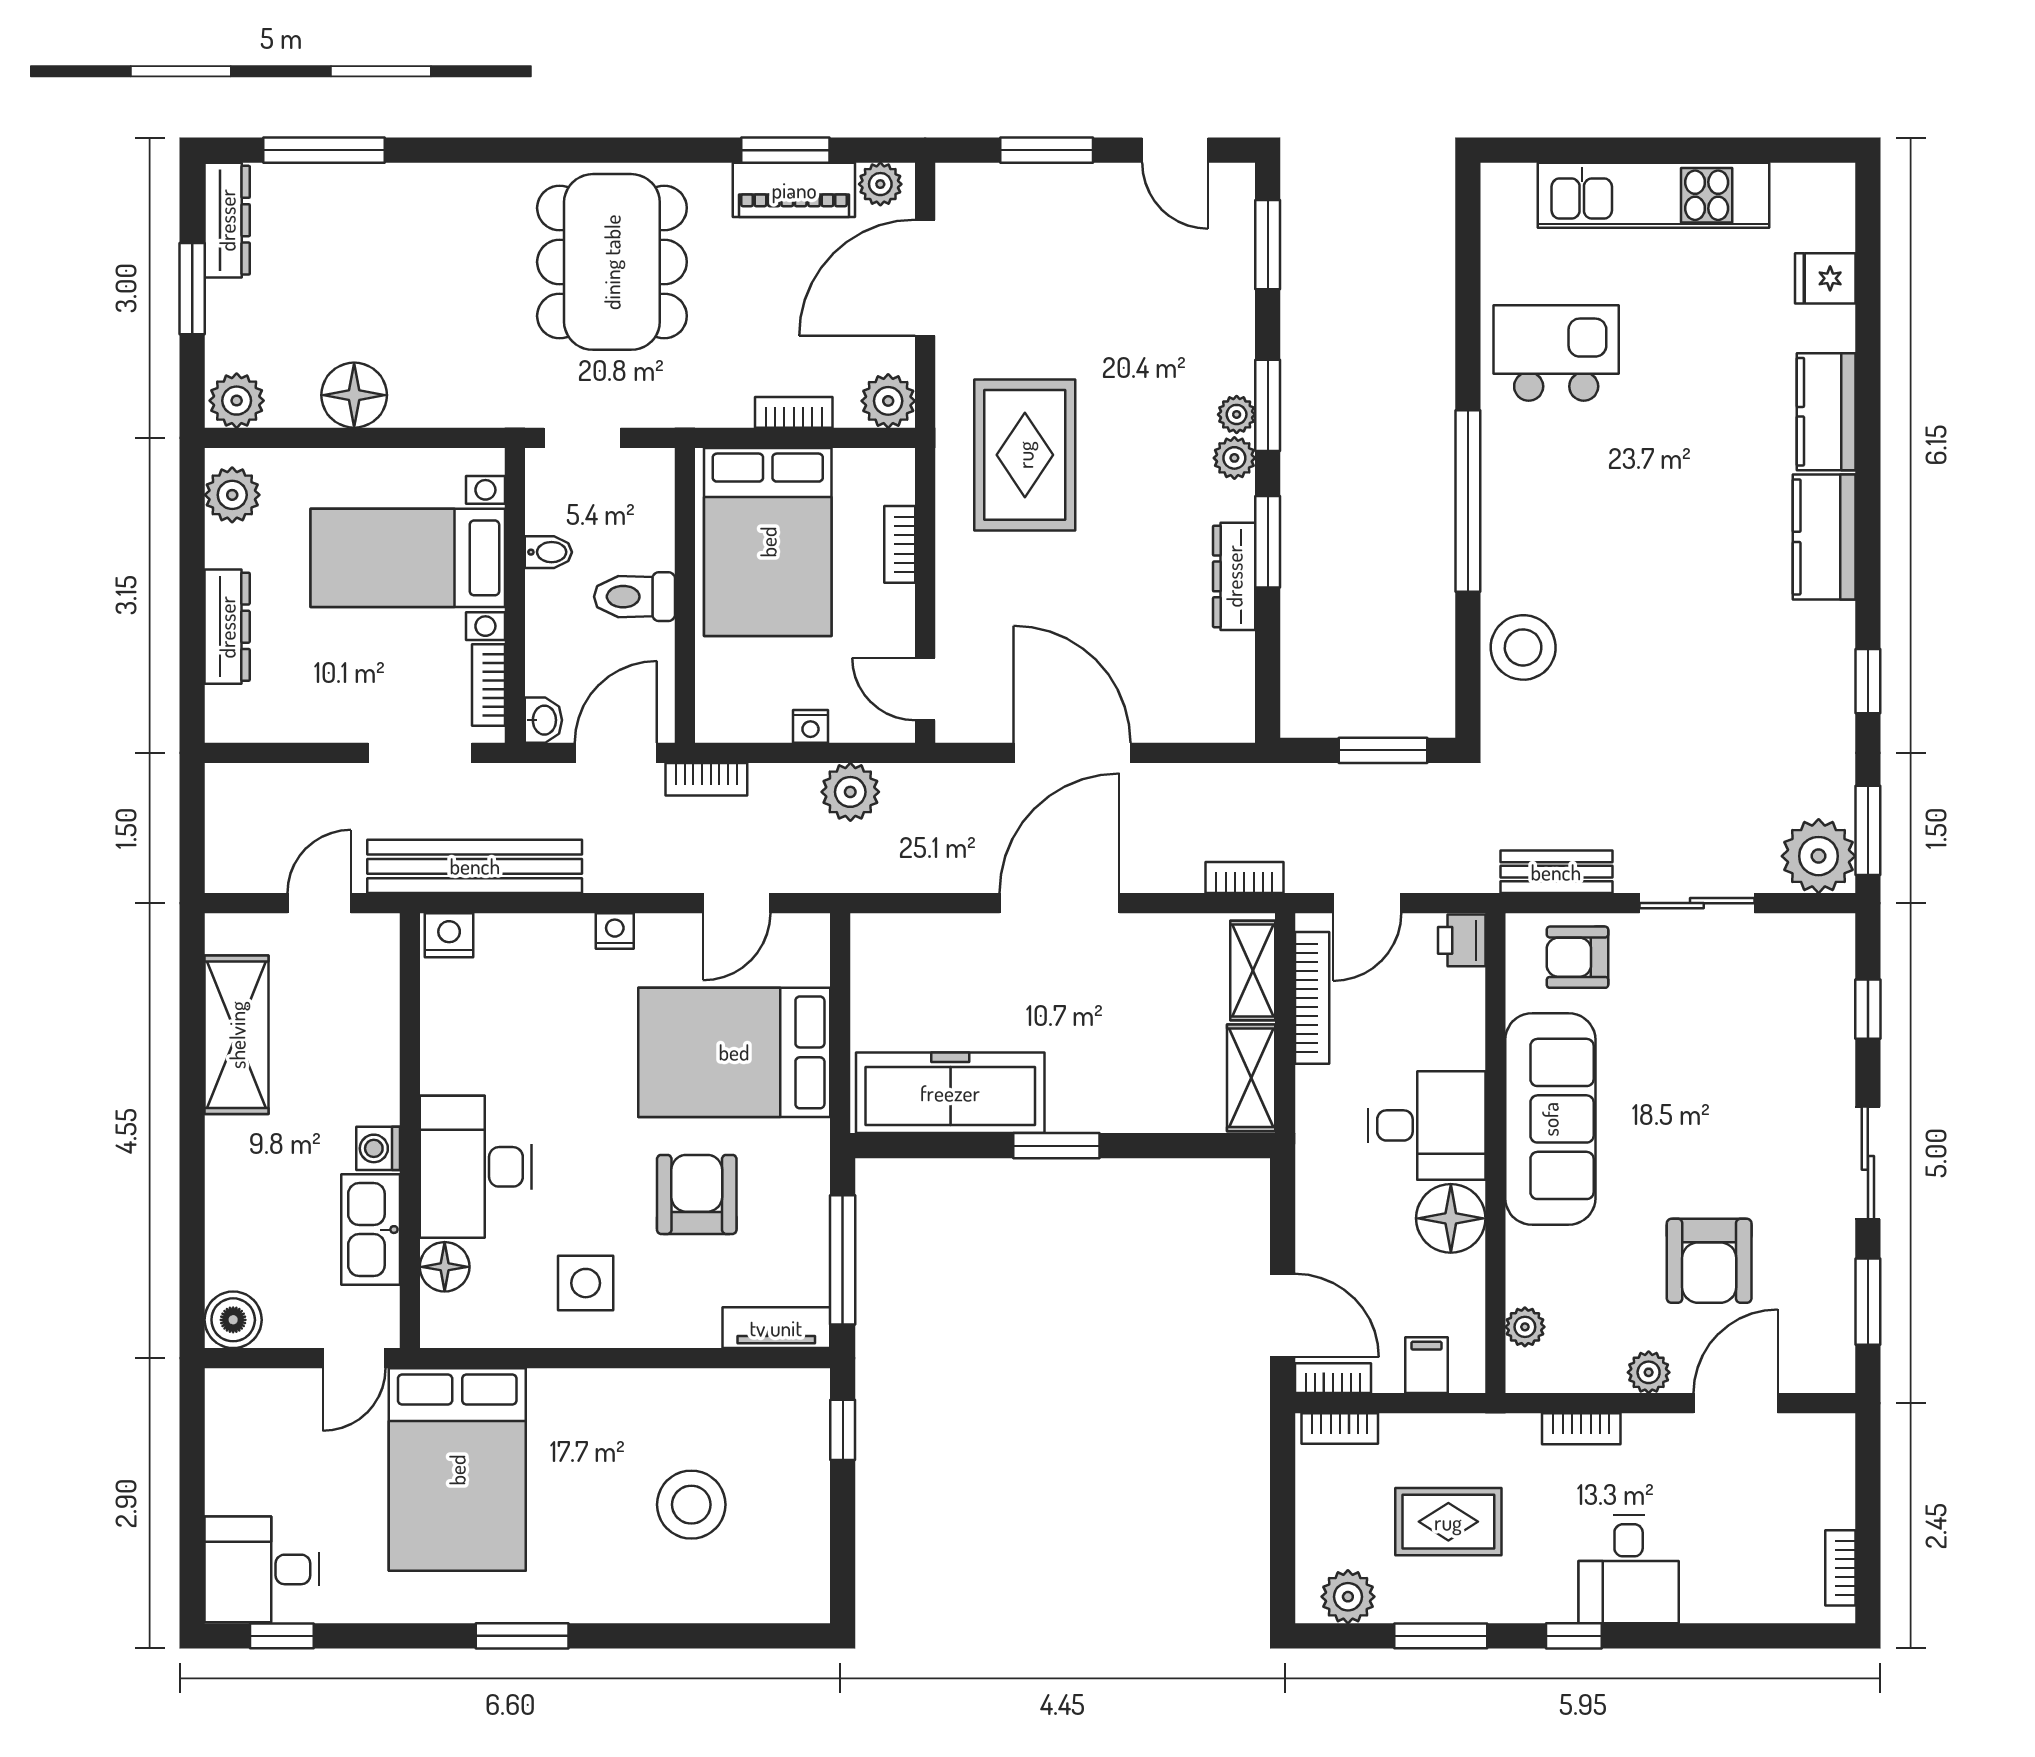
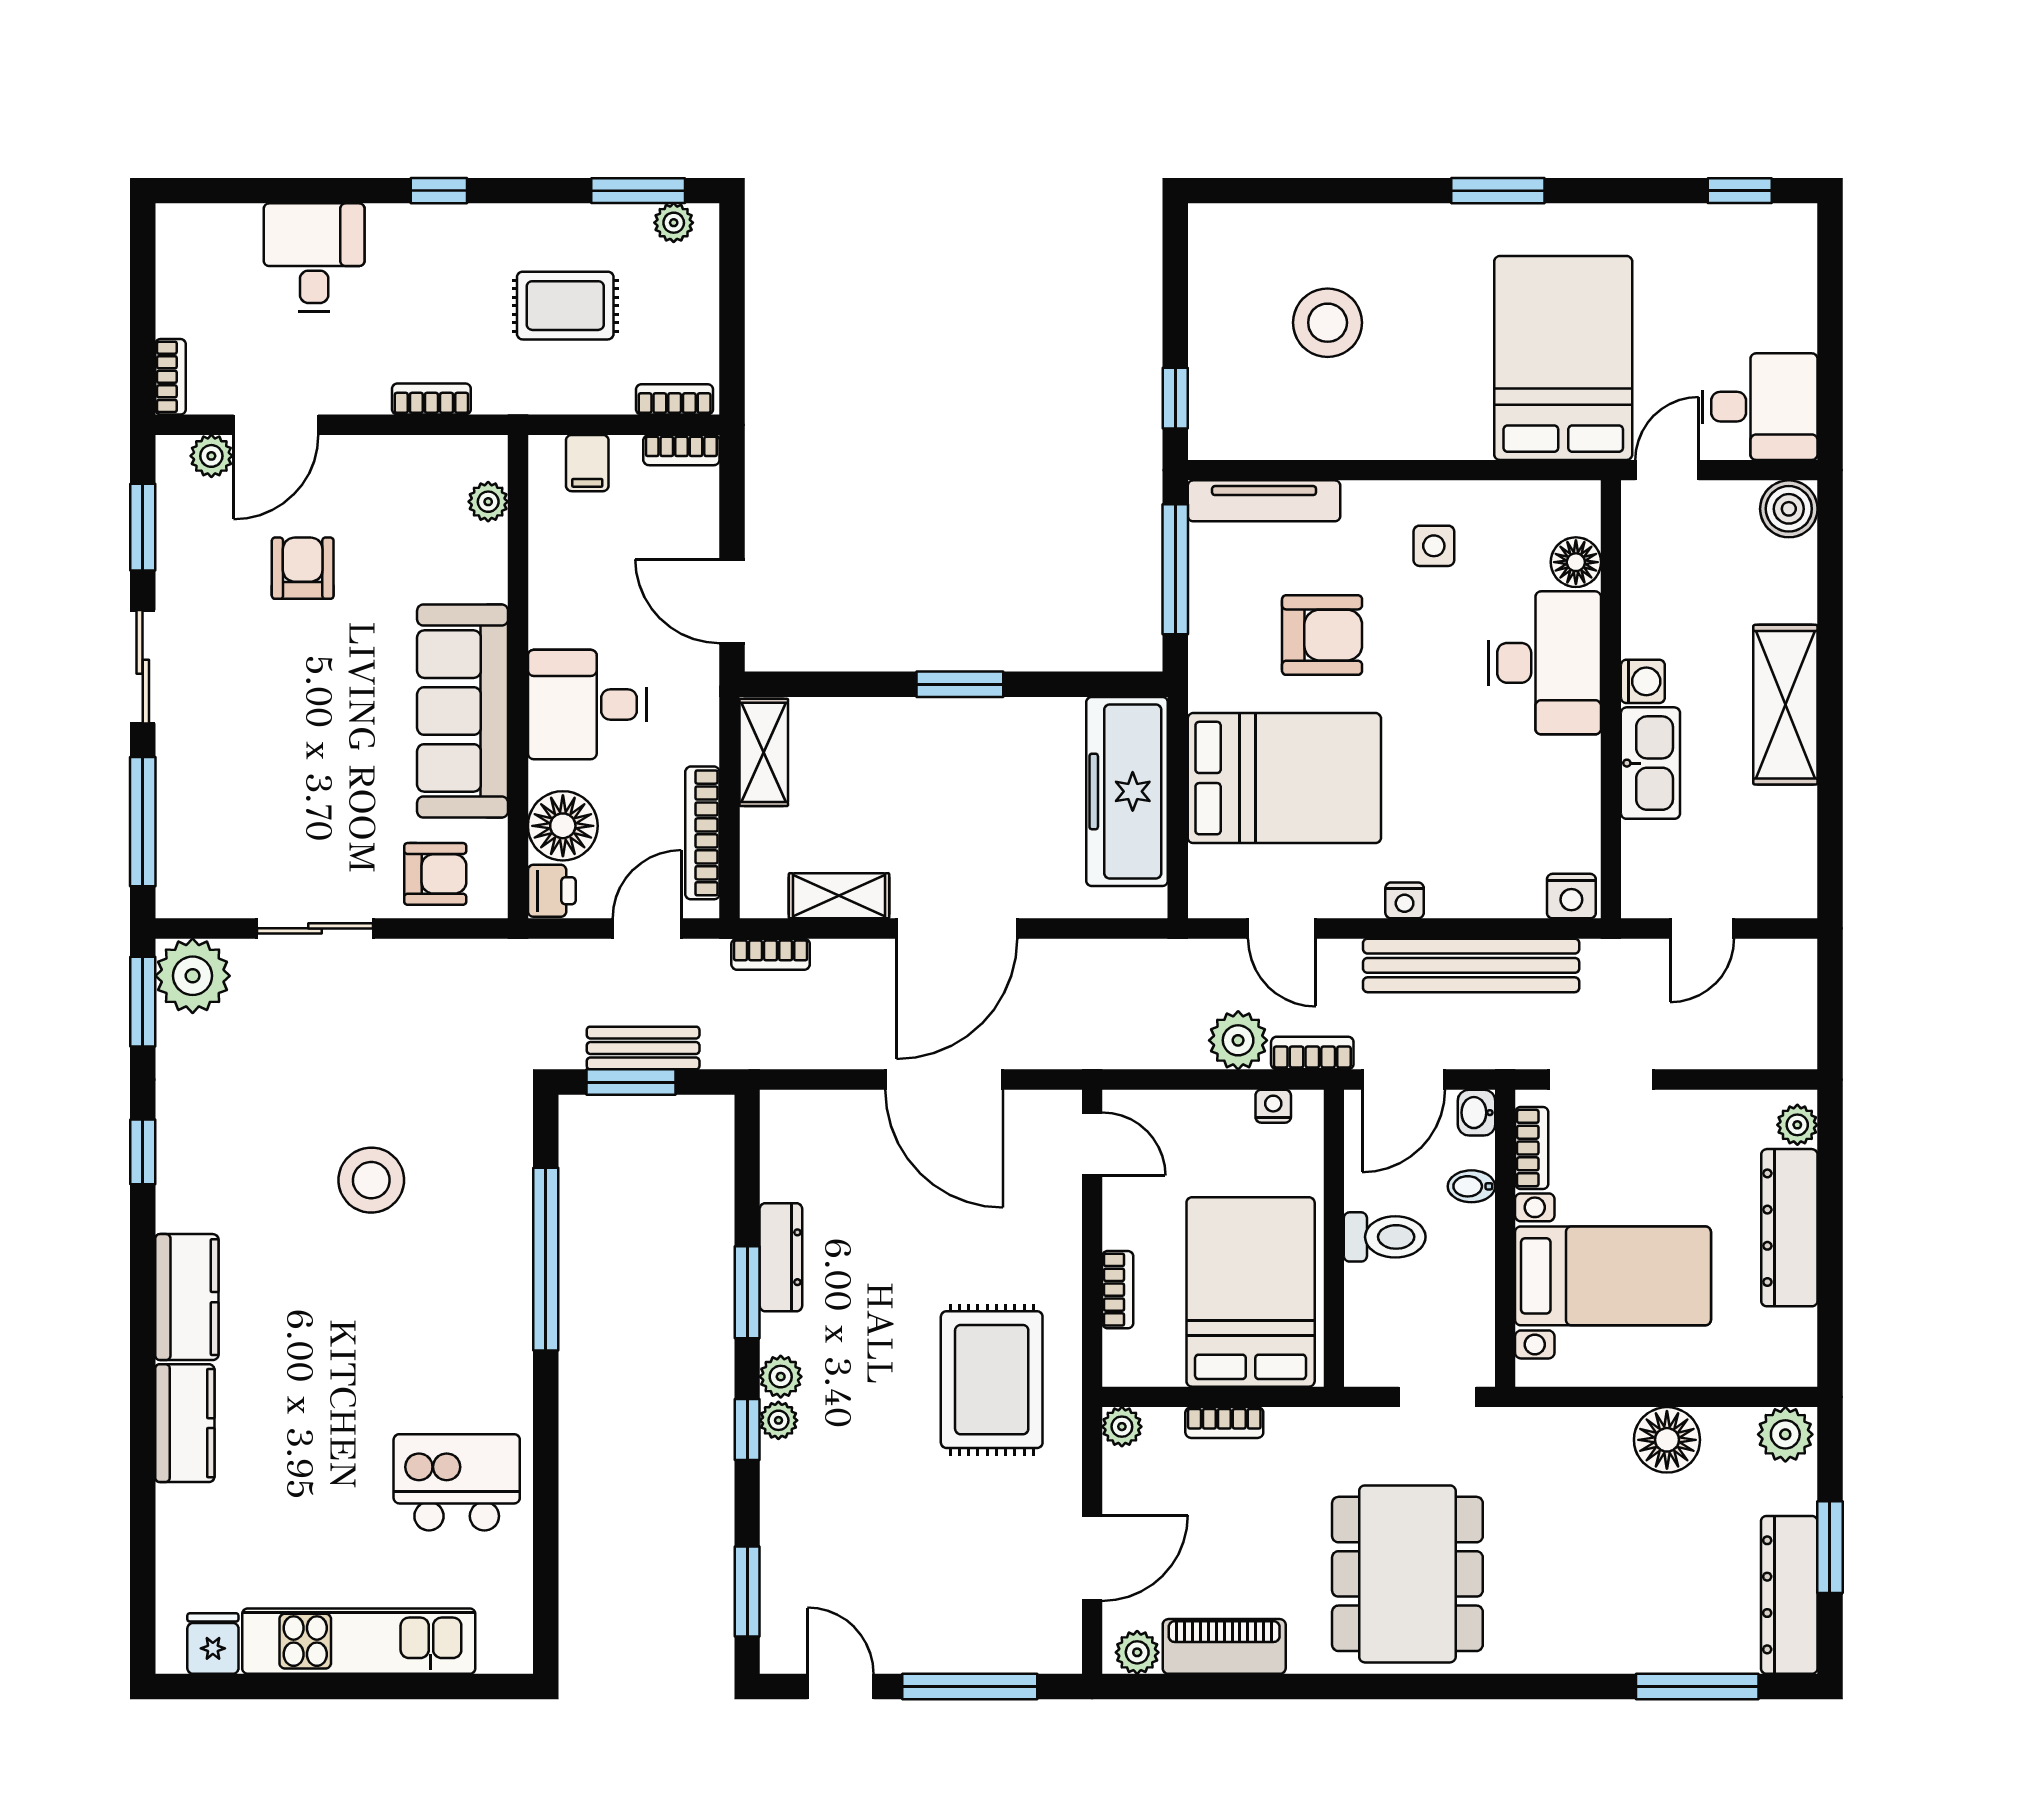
window: (785, 150) -> (1233, 1686), removed
window: (1047, 150) -> (970, 1686), width x1.44
dresser: (227, 220) -> (1789, 1595), width x1.37, depth x1.24
door: (925, 278) -> (1092, 1558), width x0.73
fridge: (1825, 278) -> (213, 1644), moved, turned -90
kitchen island: (1556, 353) -> (457, 1482), turned 180
plant: (888, 401) -> (1122, 1427), width x0.73, depth x0.73
window: (1268, 405) -> (747, 1429), width x0.67
plant: (232, 495) -> (1797, 1125), moved, width x0.73, depth x0.73
window: (1468, 501) -> (546, 1259), moved
bidet: (548, 552) -> (1471, 1186), moved
dresser: (227, 627) -> (1789, 1228), width x1.37, depth x1.24
stool: (1523, 647) -> (371, 1180), moved
nightstand: (810, 726) -> (1273, 1106), moved
plant: (850, 792) -> (1238, 1040), moved
bench: (475, 866) -> (1471, 965), moved
bench: (1556, 872) -> (643, 1048), moved
door: (737, 903) -> (1282, 928), swing flipped
shelving: (1253, 971) -> (839, 896), moved, turned 90
window: (1868, 1009) -> (143, 822), width x2.17
shelving: (237, 1035) -> (1785, 705), moved
freezer: (950, 1093) -> (1127, 791), moved, turned 90
armchair: (697, 1194) -> (1322, 635), turned -90
floor lamp: (1451, 1218) -> (563, 826), moved
kitchen sink: (371, 1230) -> (1650, 763), moved
armchair: (1709, 1261) -> (303, 568), width x0.72, depth x0.72
side table: (586, 1283) -> (1434, 546), width x0.73, depth x0.73
door: (1283, 1315) -> (732, 601), moved
tv unit: (776, 1328) -> (1264, 501), width x1.41
plant: (1649, 1372) -> (211, 456), moved
bookcase: (1840, 1568) -> (171, 377), moved
desk: (262, 1569) -> (1760, 407), moved
desk: (1629, 1569) -> (314, 258), moved
plant: (1348, 1597) -> (674, 223), width x0.73, depth x0.73
window: (1441, 1636) -> (638, 191), moved

